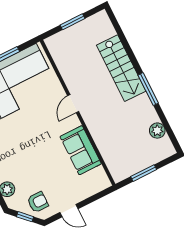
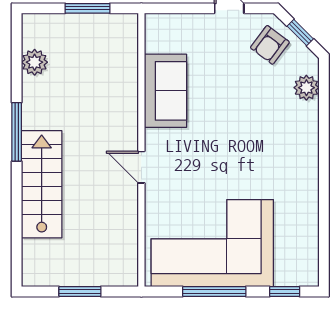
door: (73, 104) -> (141, 167), swing flipped
armchair: (38, 202) -> (270, 45), turned -53

